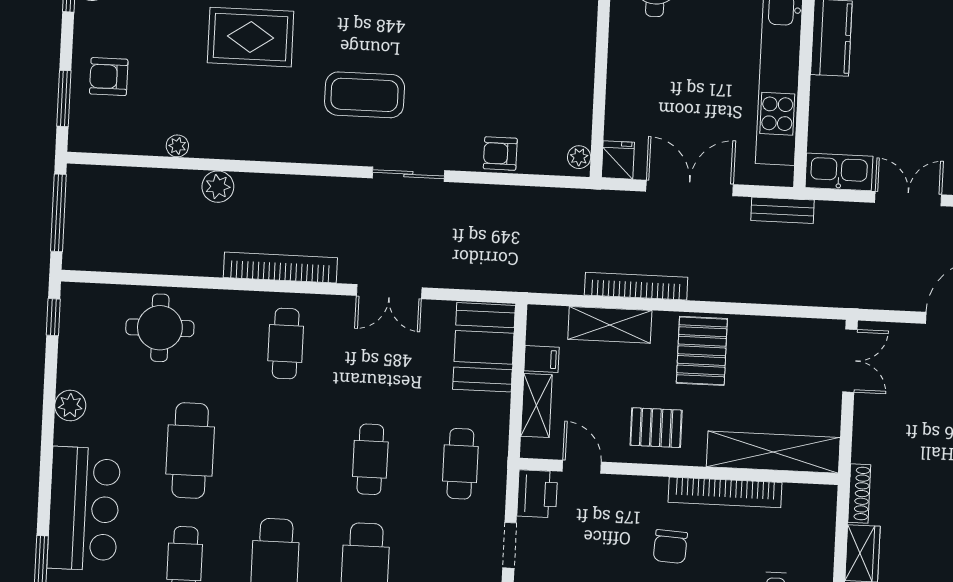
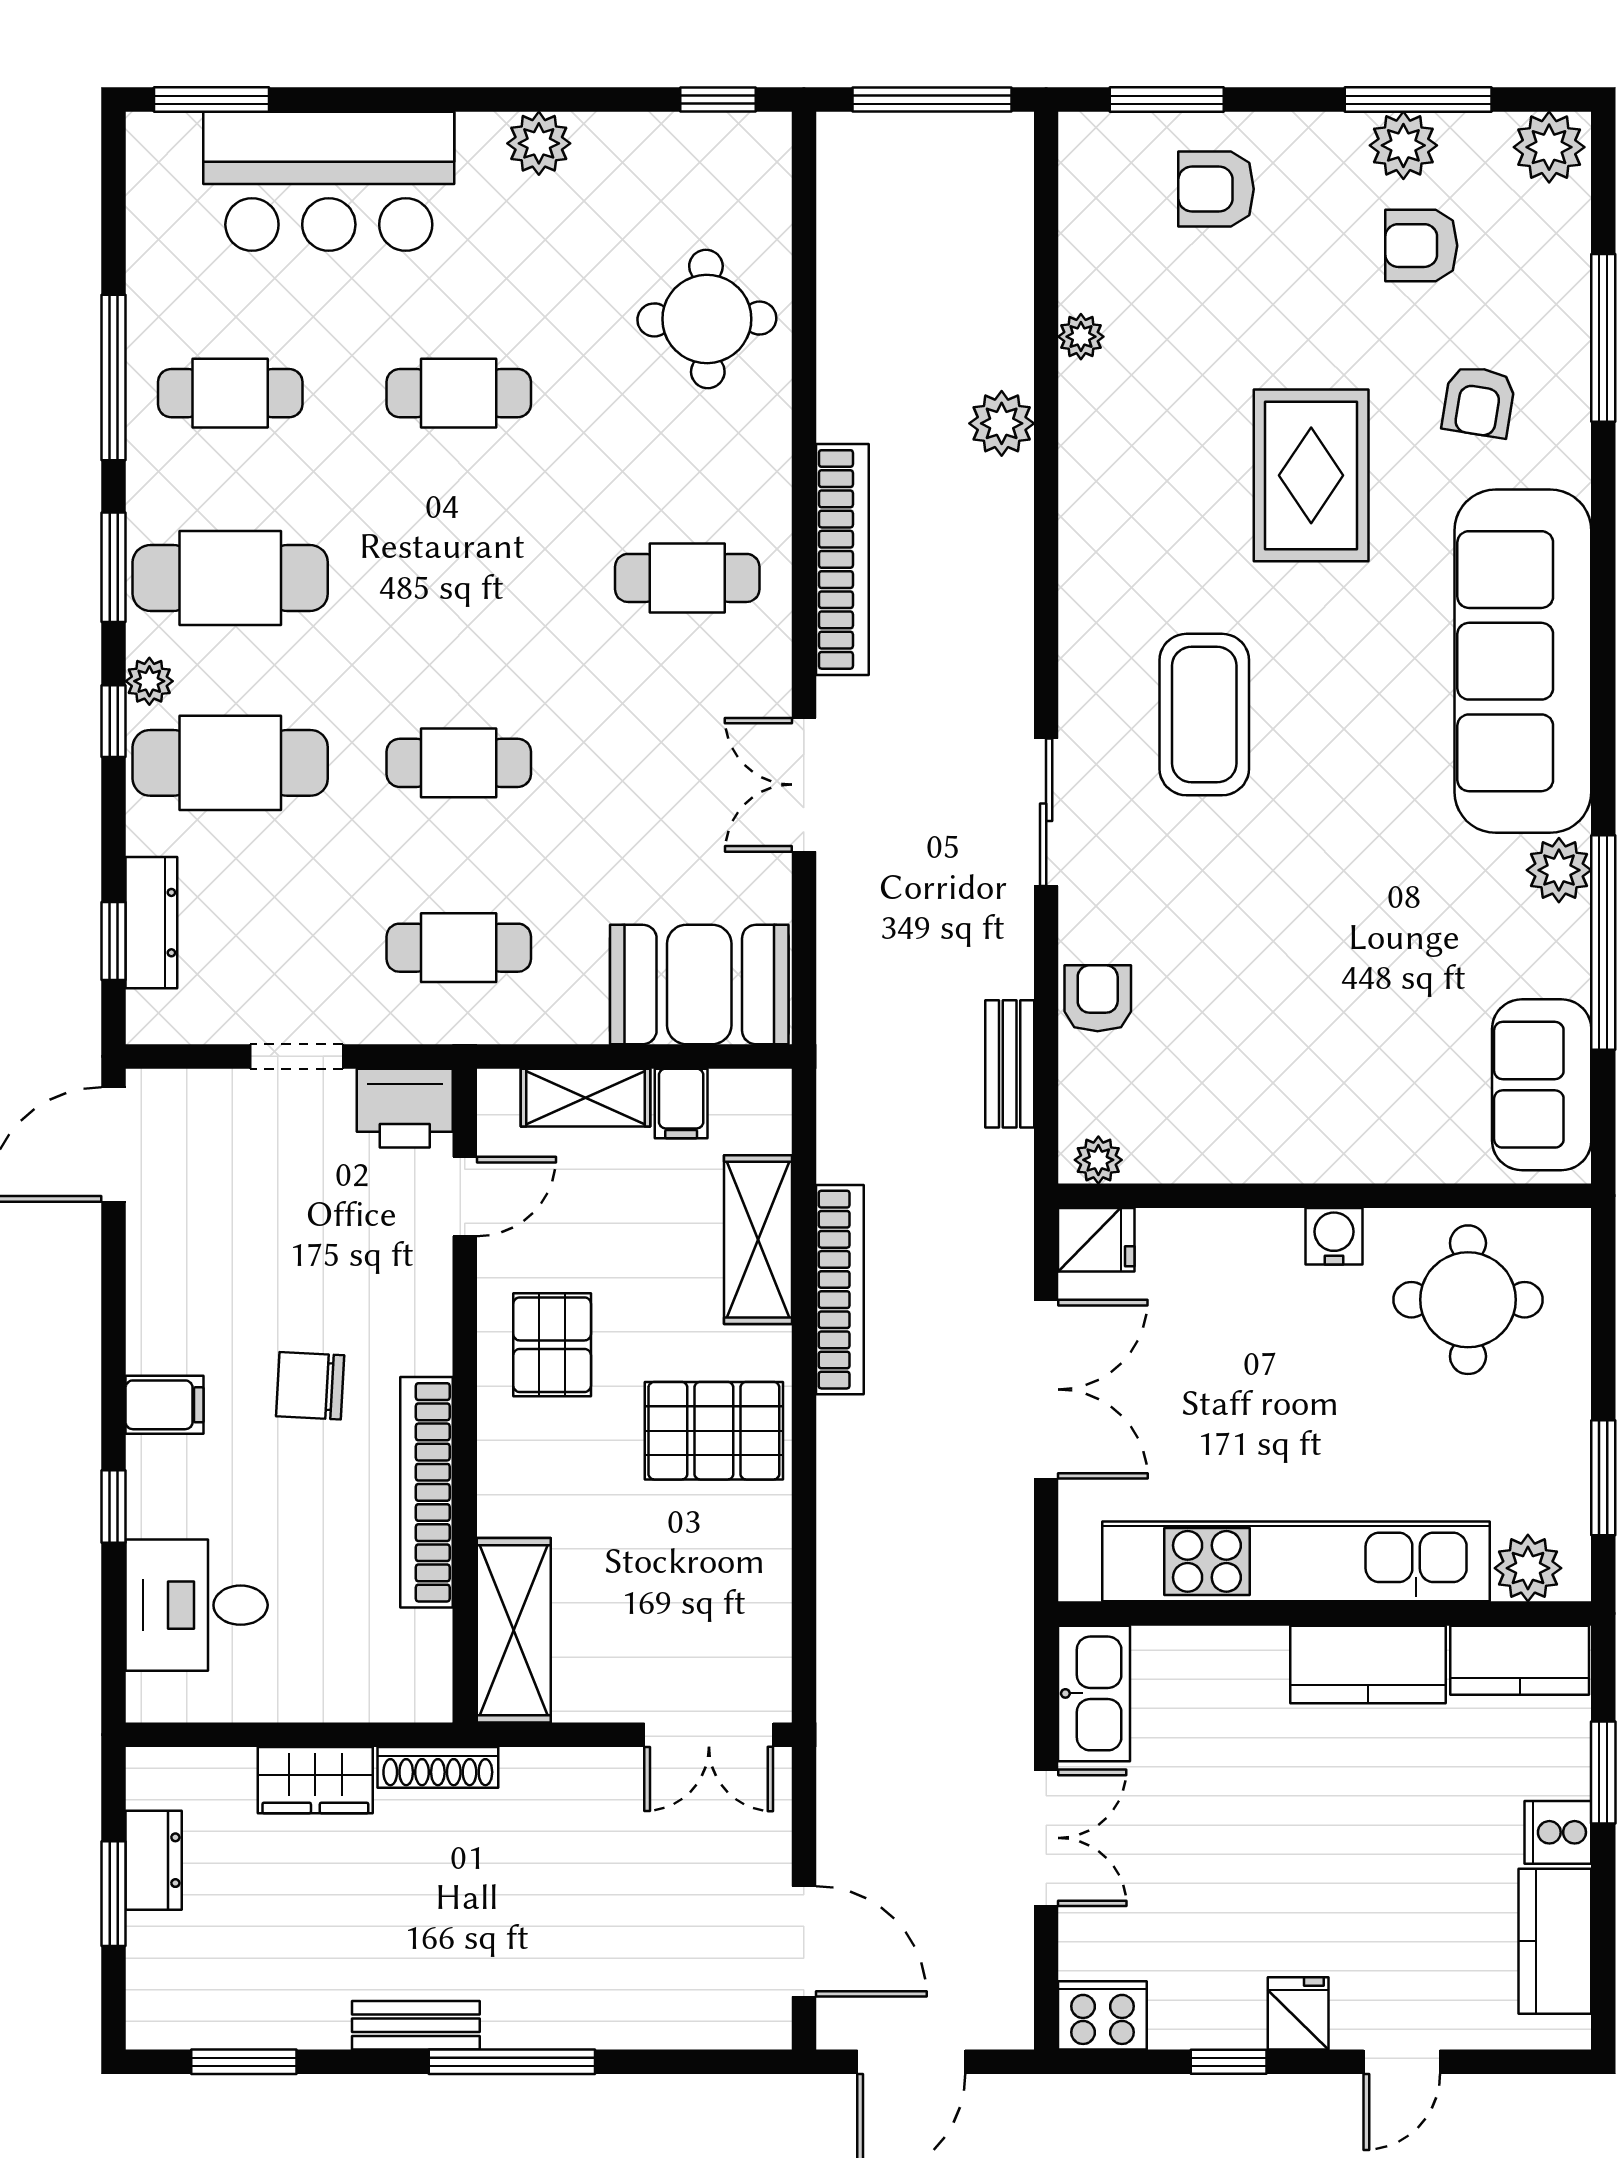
water cooler: (622, 44) -> (1334, 1236), added
armchair: (109, 77) -> (1216, 189), turned -90
bench: (783, 210) -> (1010, 1064), moved
cafe table: (190, 450) -> (459, 393), width x0.73, depth x0.74
shelving: (773, 452) -> (514, 1630), width x0.68

